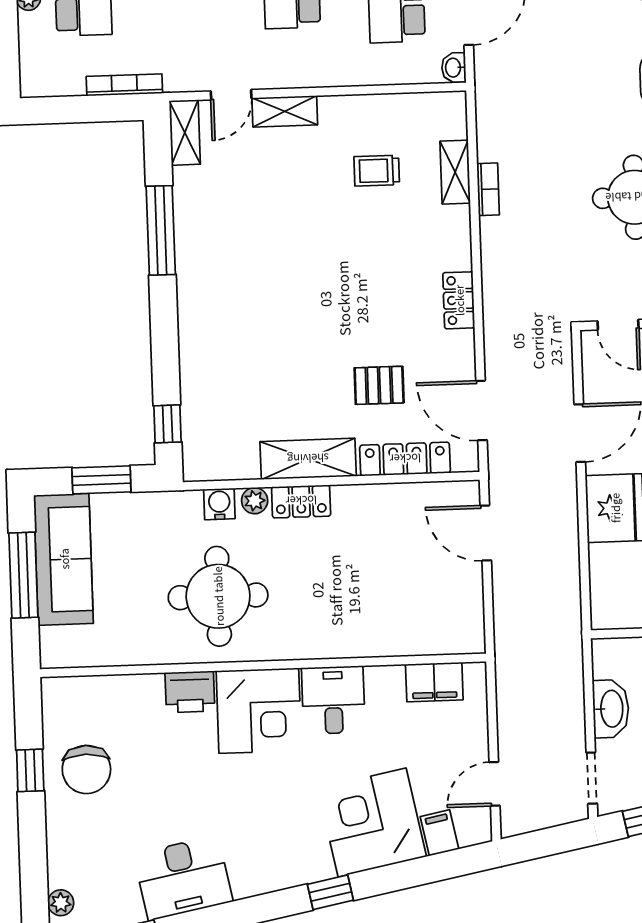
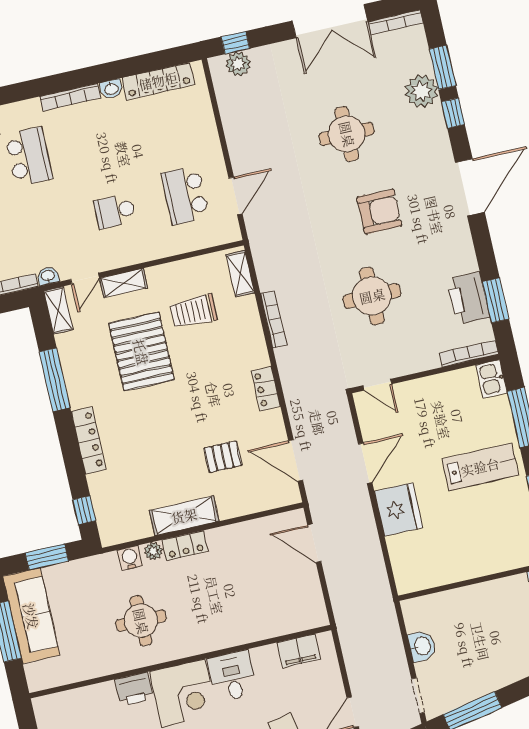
washbasin: (454, 68) -> (48, 276), moved, turned 90
trolley: (377, 171) -> (193, 311), width x1.36, depth x1.39
shelving: (455, 172) -> (240, 274), moved
bookcase: (488, 189) -> (274, 319), width x1.56
pallet: (292, 214) -> (141, 352), added
locker: (405, 459) -> (89, 441), moved, turned 90
round table: (218, 596) -> (141, 621), width x0.73, depth x0.73
washbasin: (611, 709) -> (422, 646), width x0.72

